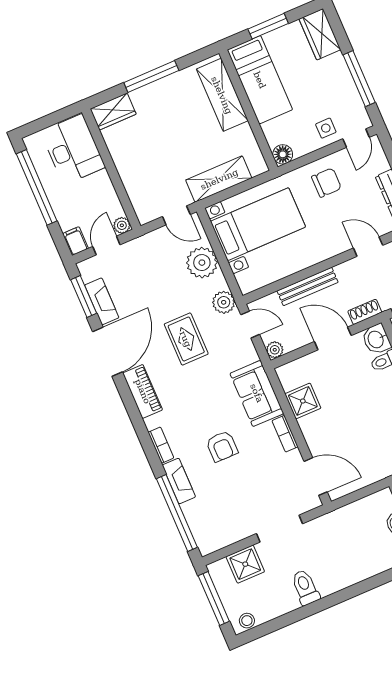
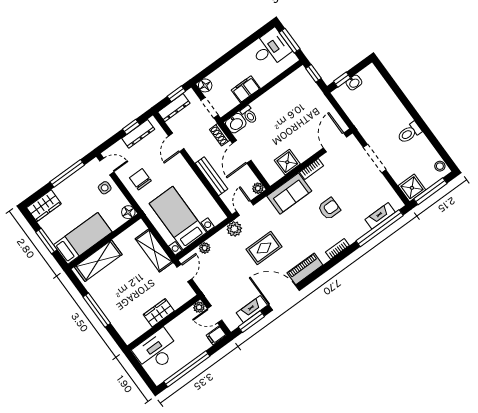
wardrobe: (113, 111) -> (159, 313), moved, turned -90
plant: (202, 263) -> (205, 248), width x0.53, depth x0.53
fireplace: (179, 481) -> (380, 216), moved
shower: (245, 564) -> (412, 188), moved

